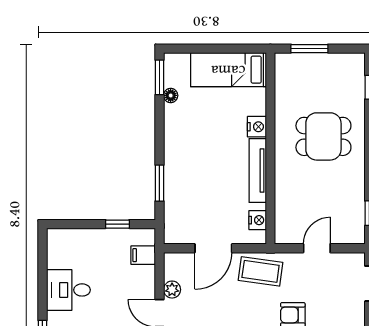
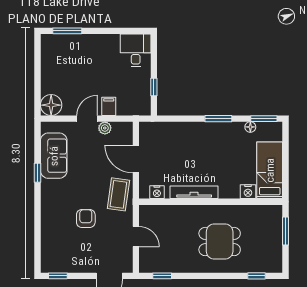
nightstand: (257, 127) -> (248, 192), moved
dining table: (323, 136) -> (220, 242), turned 90
window: (159, 183) -> (218, 119), moved
filing cabinet: (143, 255) -> (109, 106), moved
desk: (68, 290) -> (136, 50), moved

